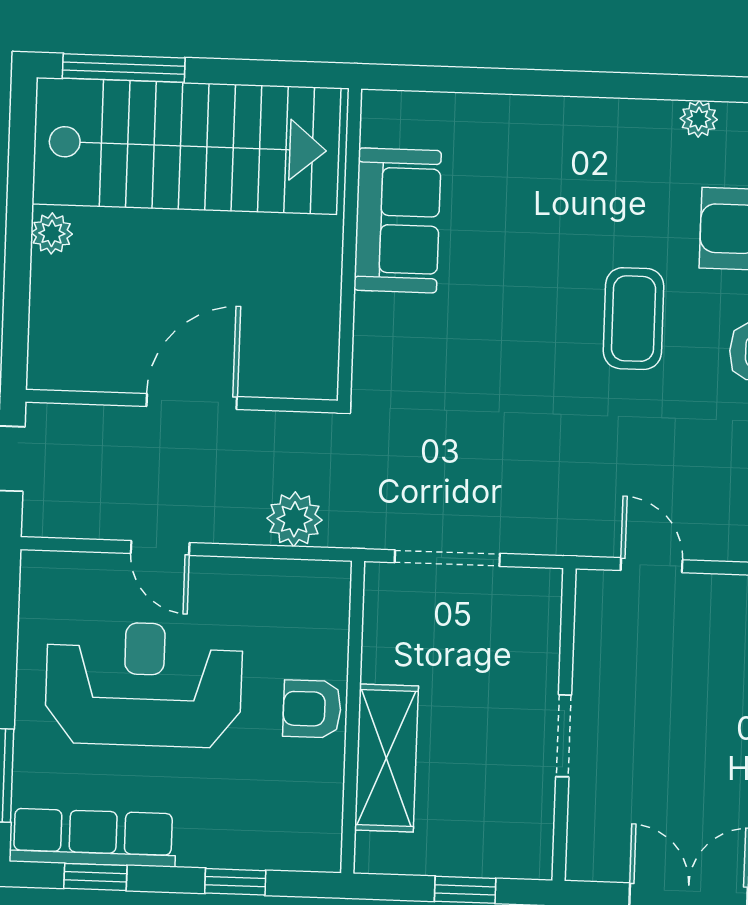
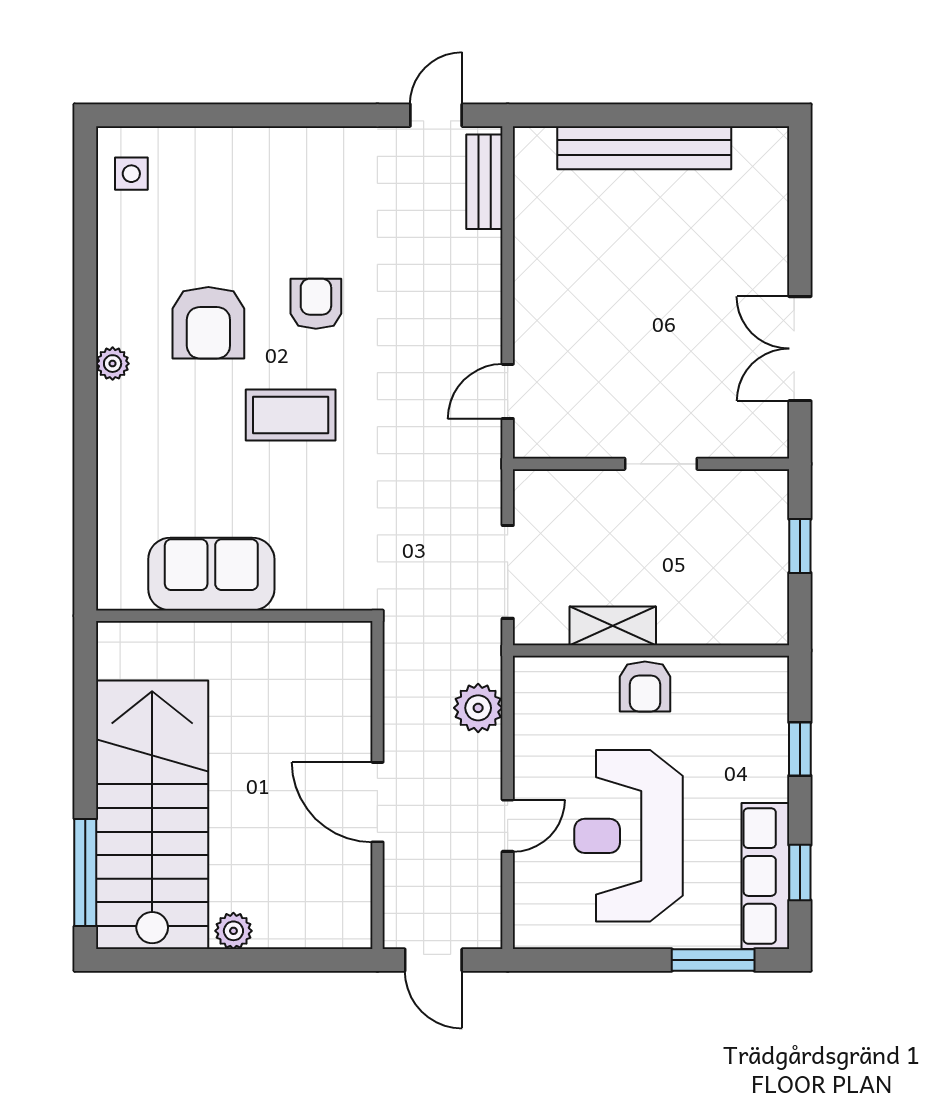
sofa: (398, 220) -> (211, 574), moved
wall: (349, 245) -> (234, 616), moved
shelving: (386, 758) -> (613, 626), moved, width x0.67, depth x0.75

